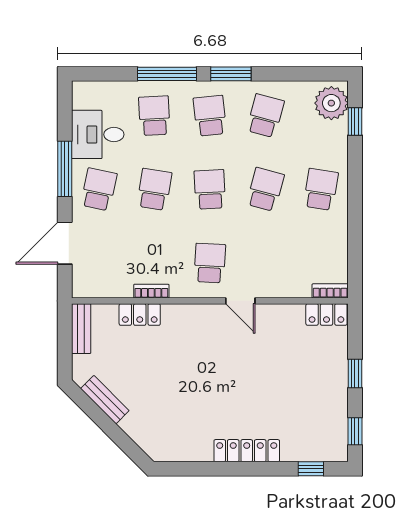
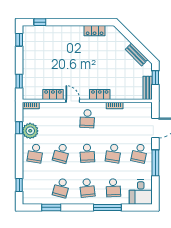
window: (231, 74) -> (51, 207), moved
plant: (331, 103) -> (30, 131), moved
desk: (98, 134) -> (141, 192), moved, turned 90
window: (355, 244) -> (19, 128), added
locker: (140, 315) -> (100, 95), moved
locker: (326, 315) -> (53, 95), moved
window: (65, 350) -> (155, 78), added
window: (355, 373) -> (19, 81), moved
locker: (247, 451) -> (95, 31), moved, width x0.66

